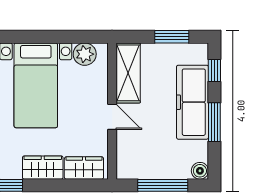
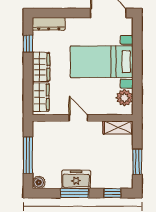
shelving: (128, 73) -> (118, 127), width x0.67, depth x0.75
freezer: (192, 102) -> (76, 179), width x0.52, depth x0.79
door: (112, 117) -> (78, 118), swing flipped

